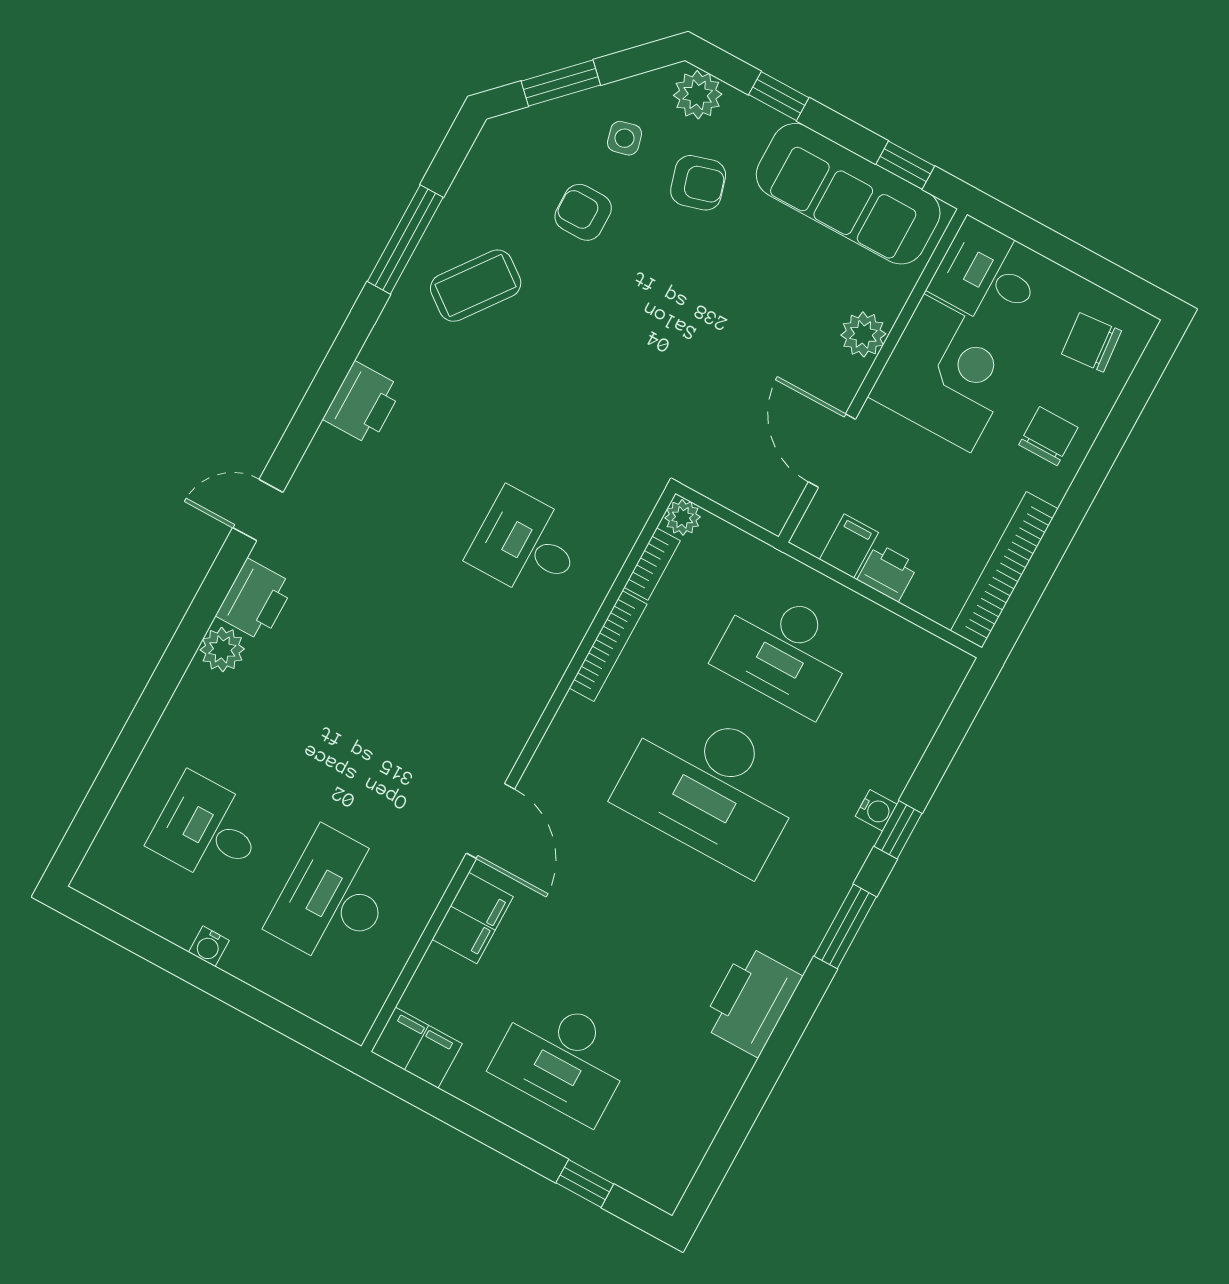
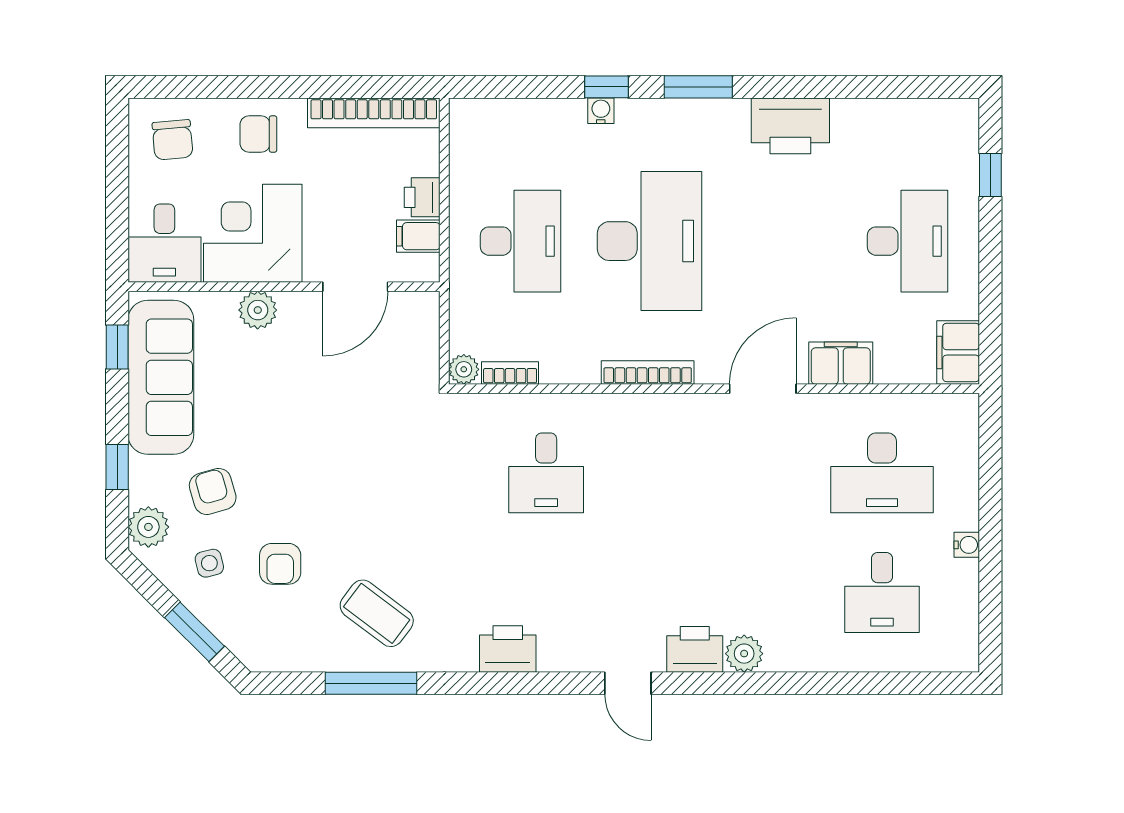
bookcase: (608, 646) -> (648, 372), moved

